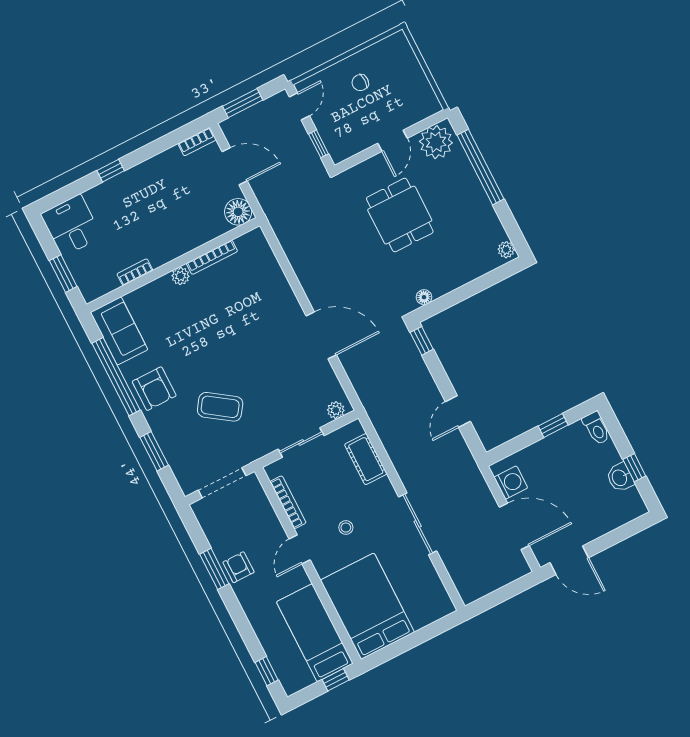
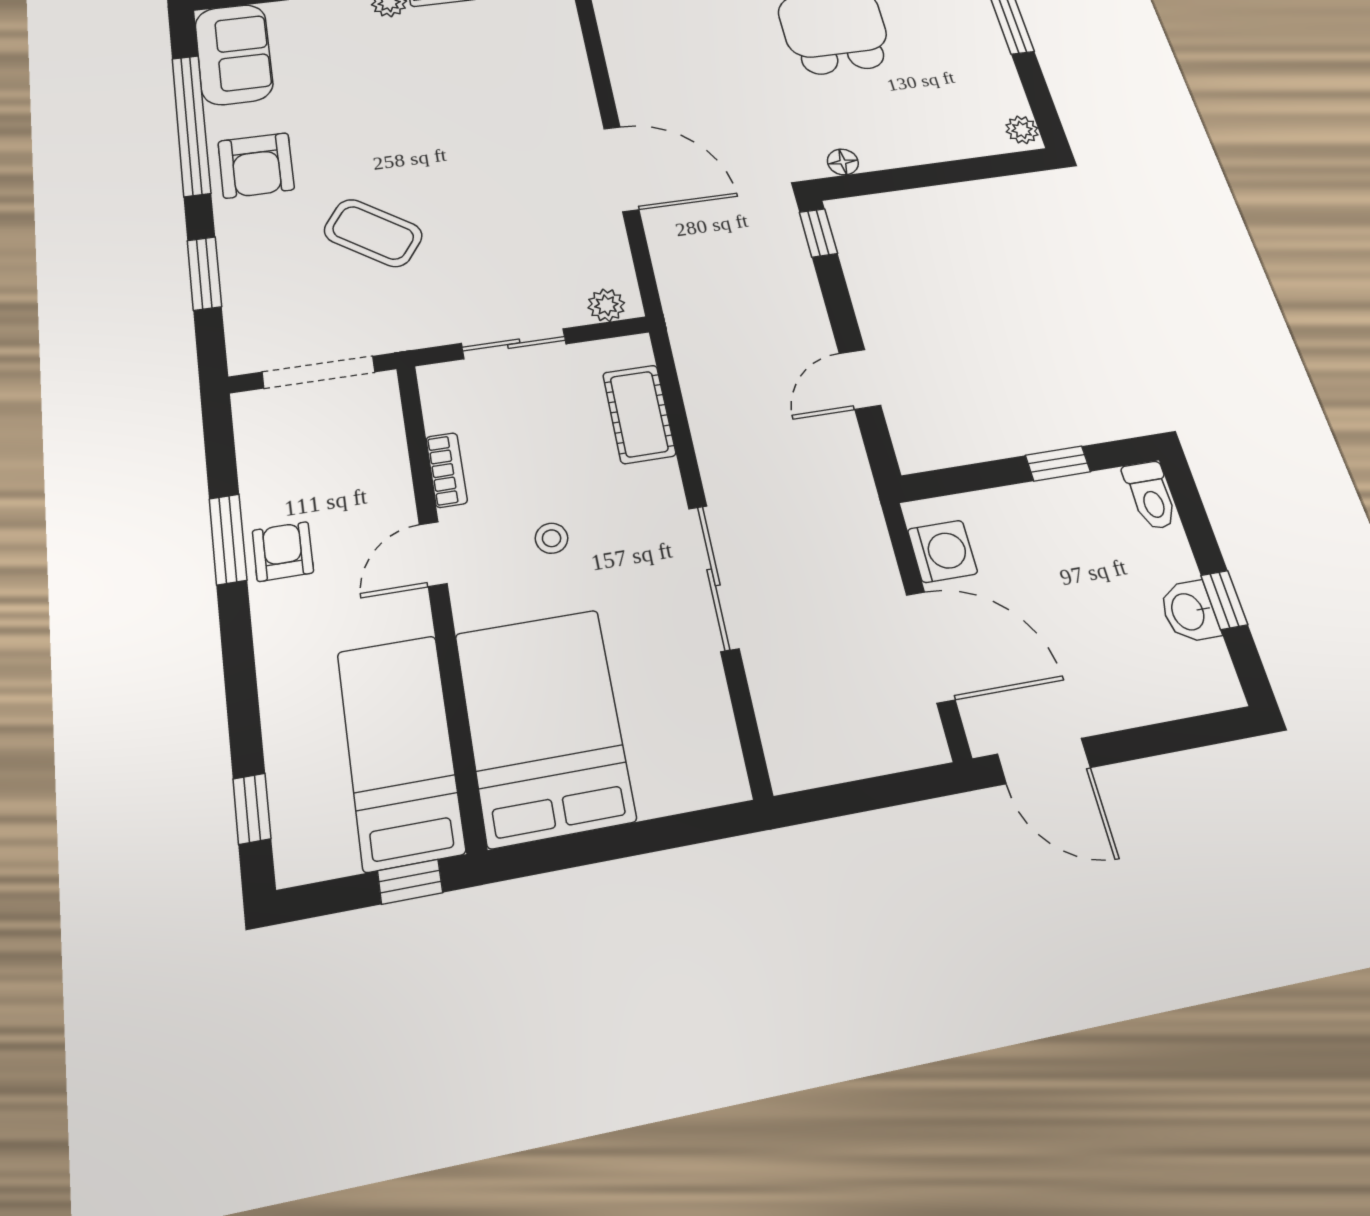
bookcase: (288, 502) -> (447, 470), width x0.64

